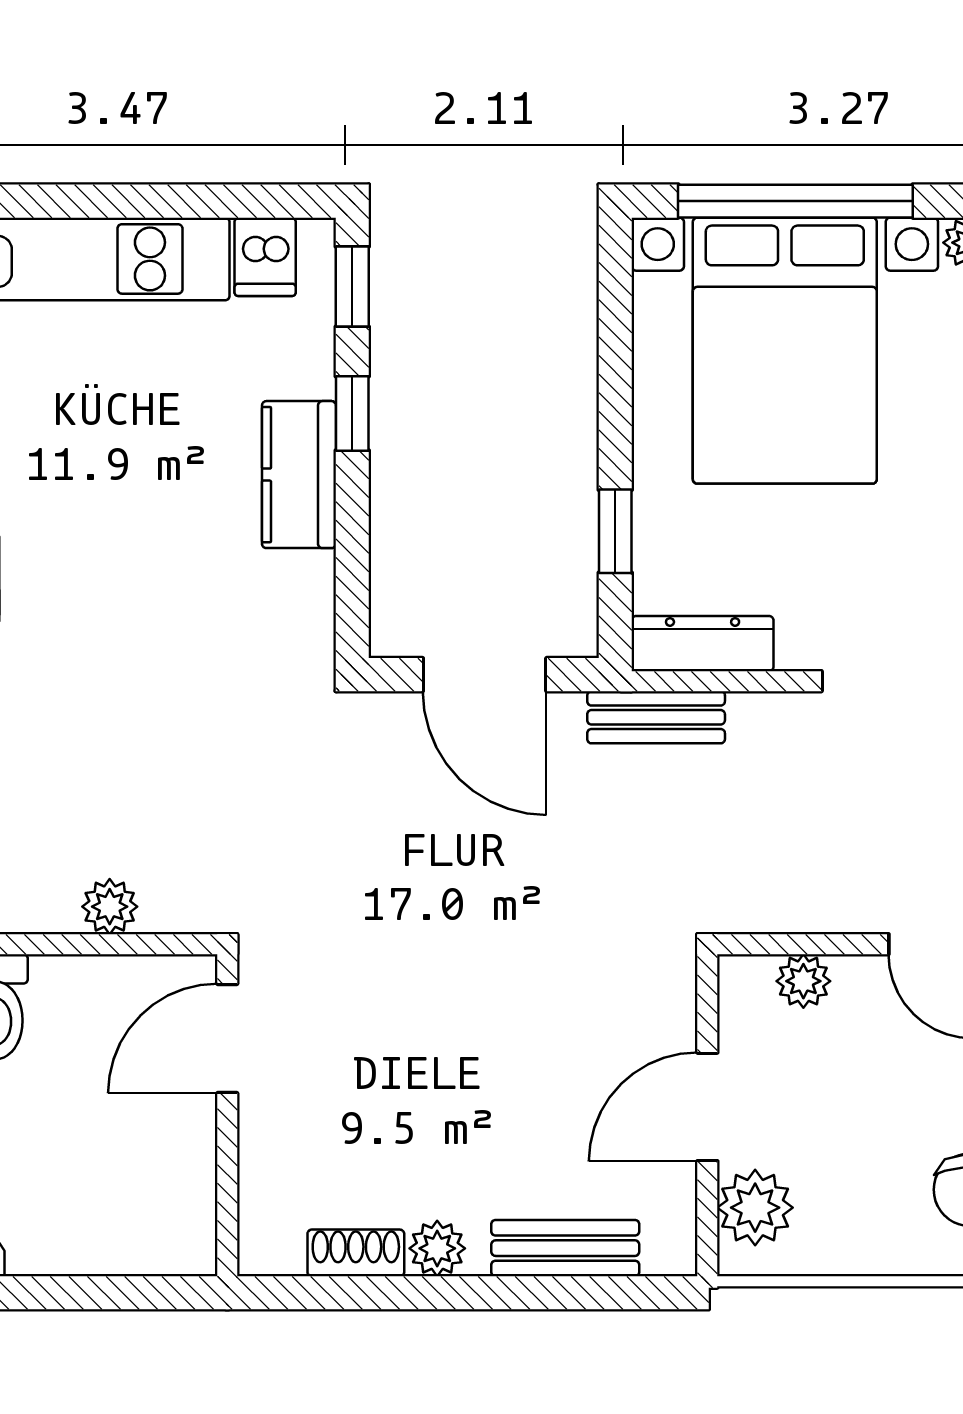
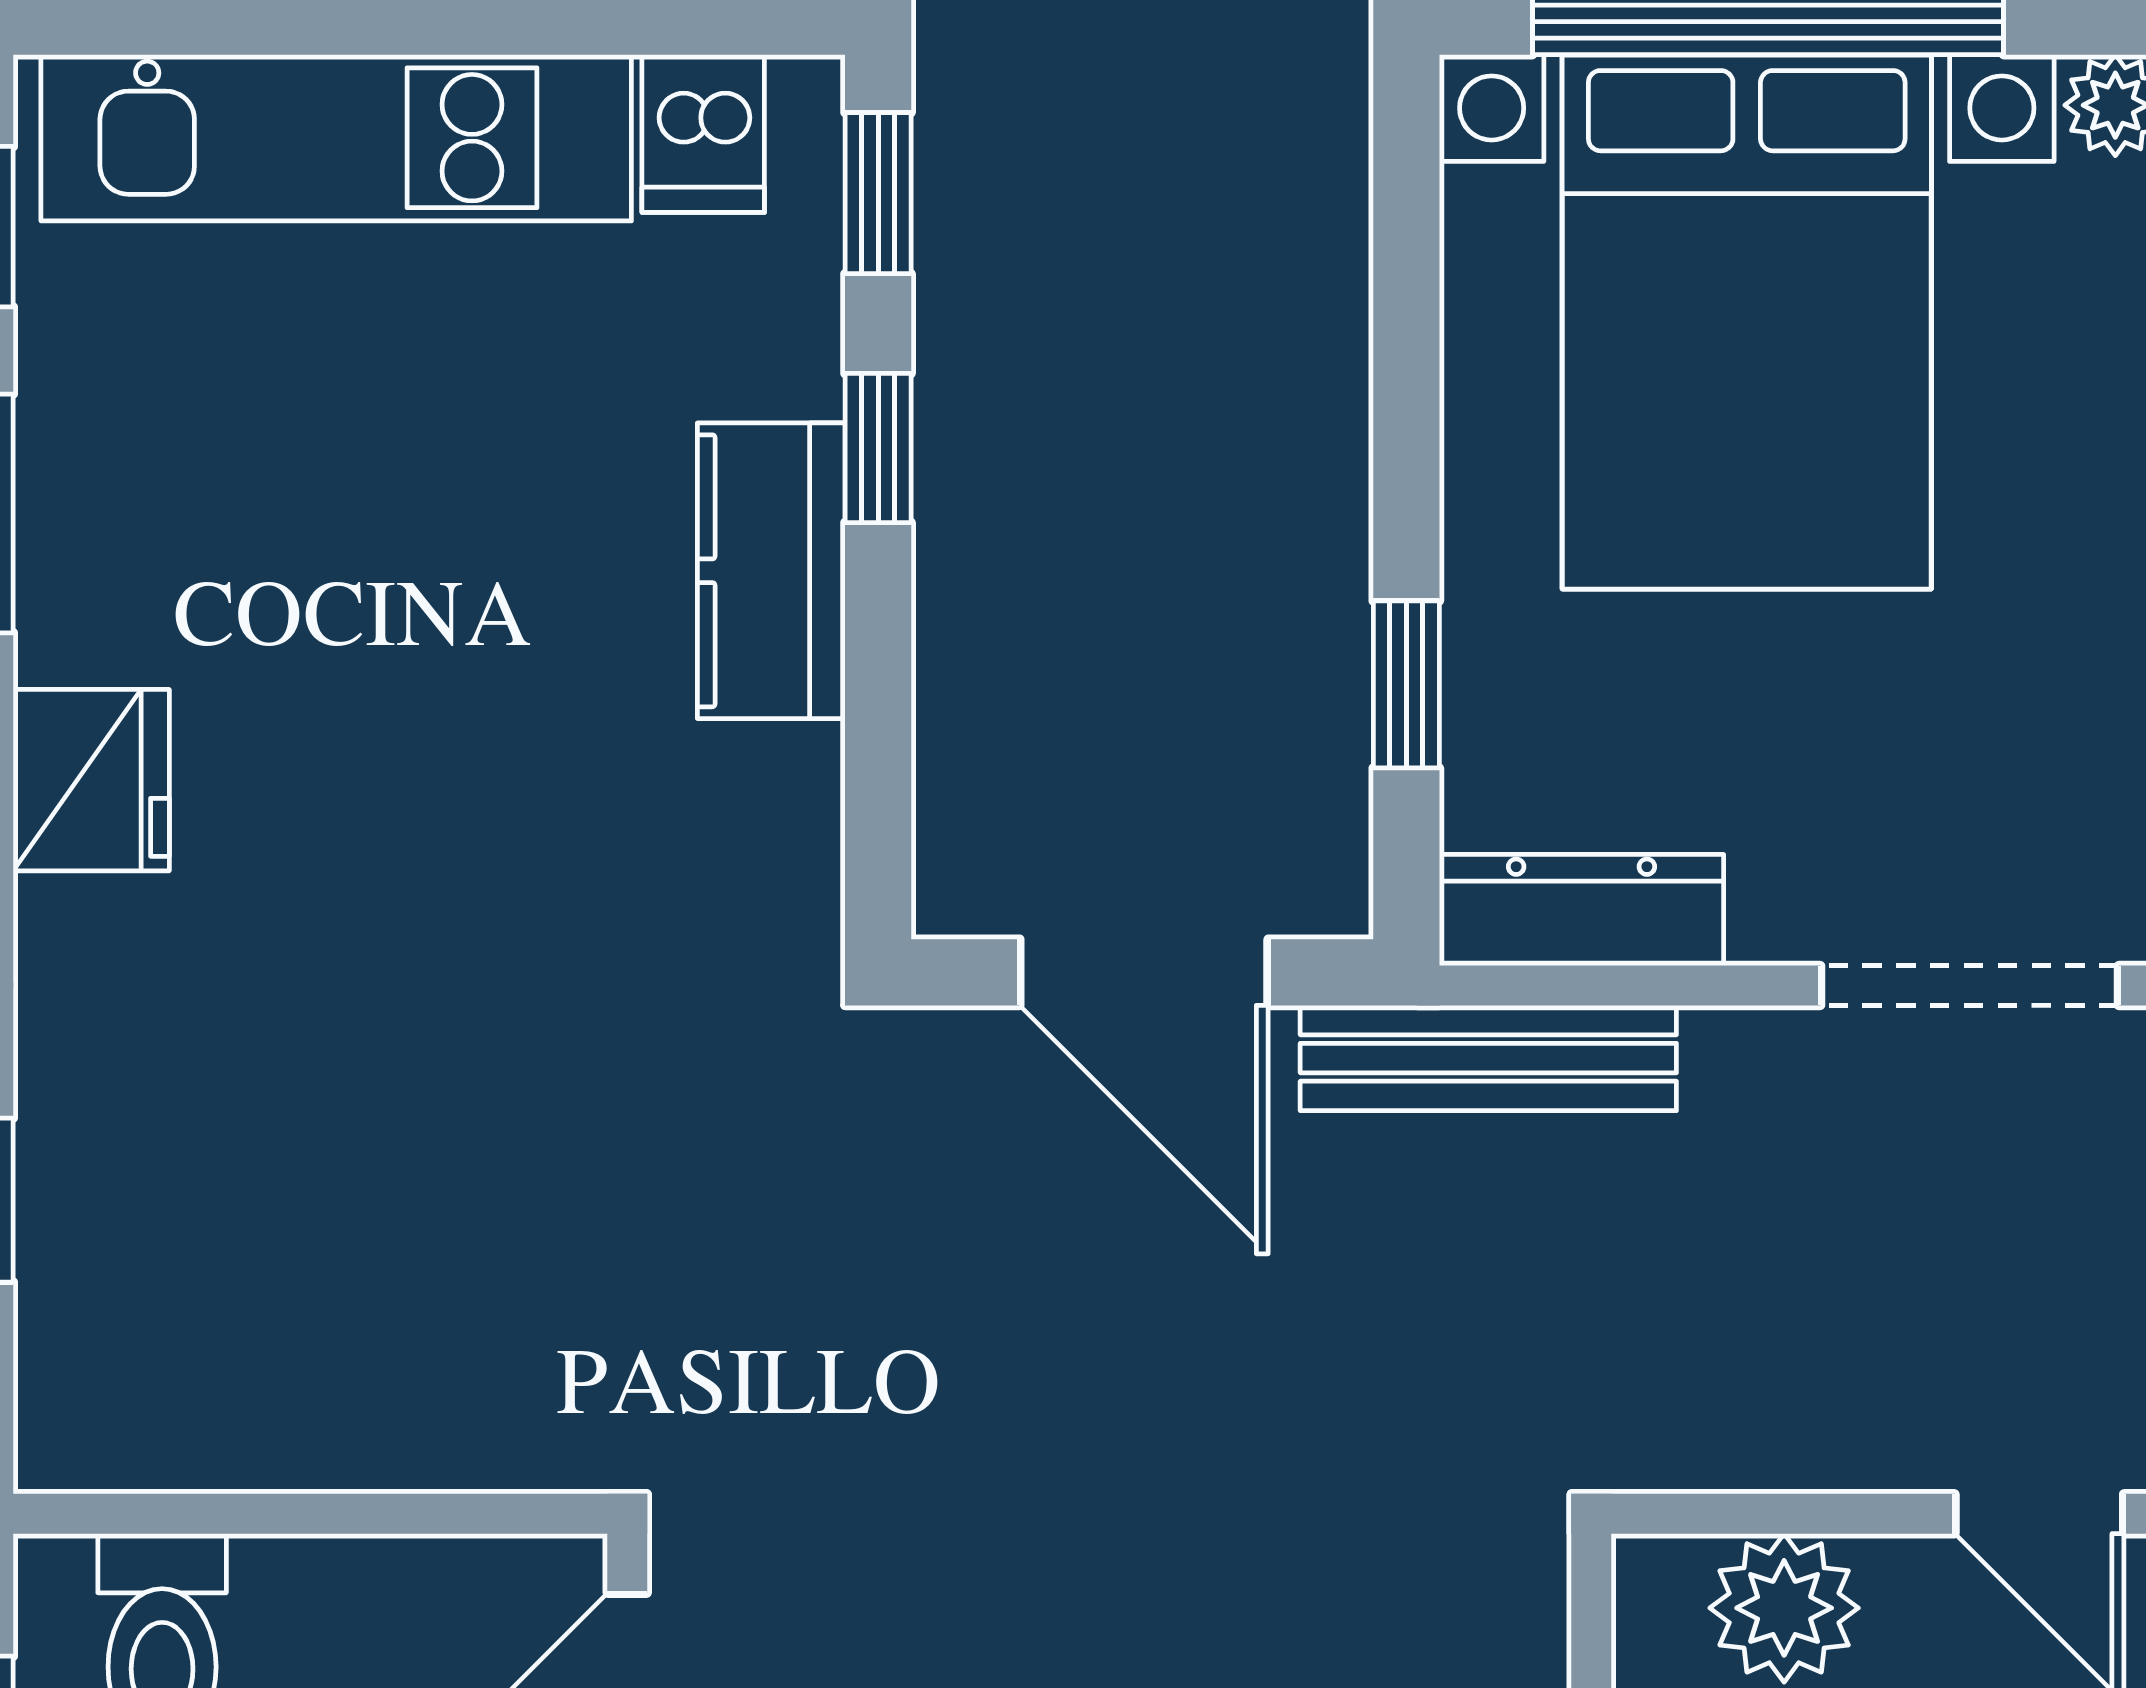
bench: (656, 717) -> (1488, 1058), width x1.36
plant: (110, 907) -> (391, 1438), removed
plant: (803, 981) -> (1784, 1608), width x1.38, depth x1.38

